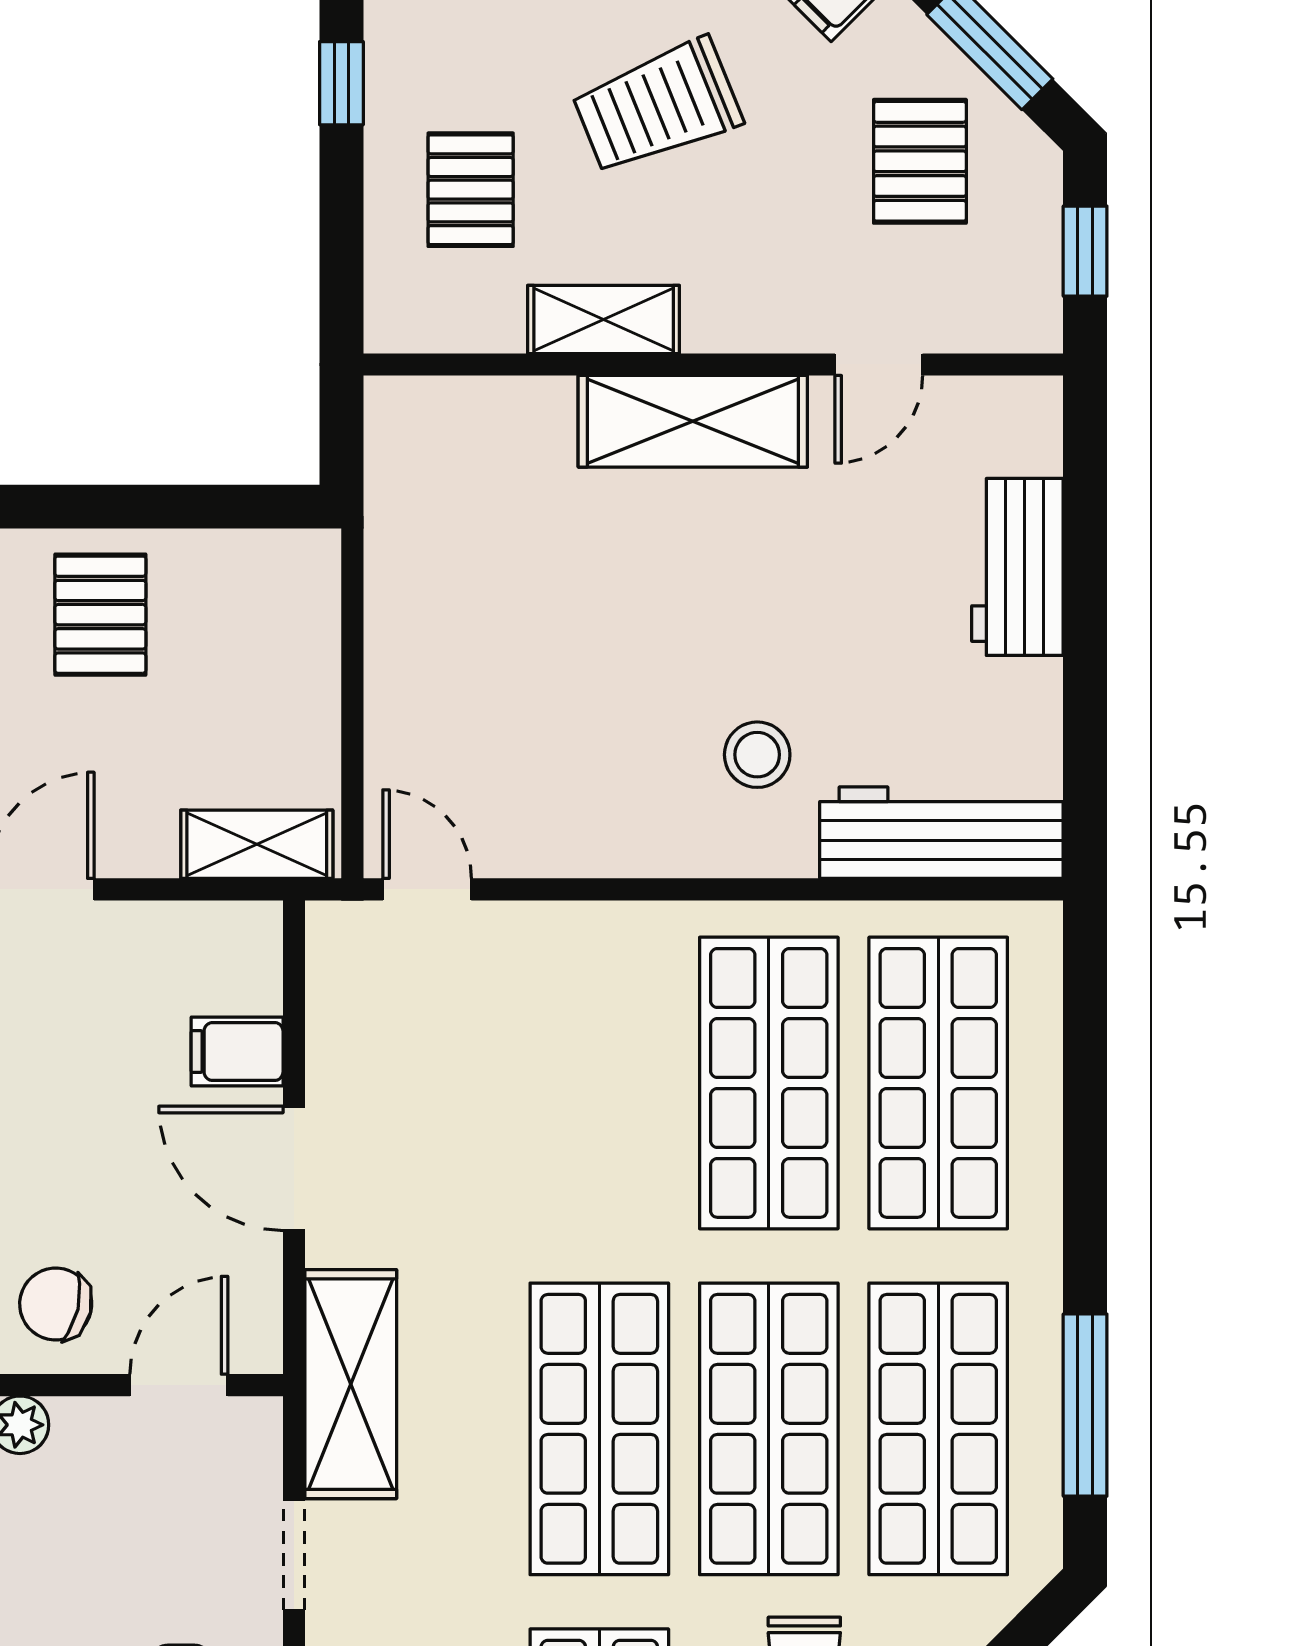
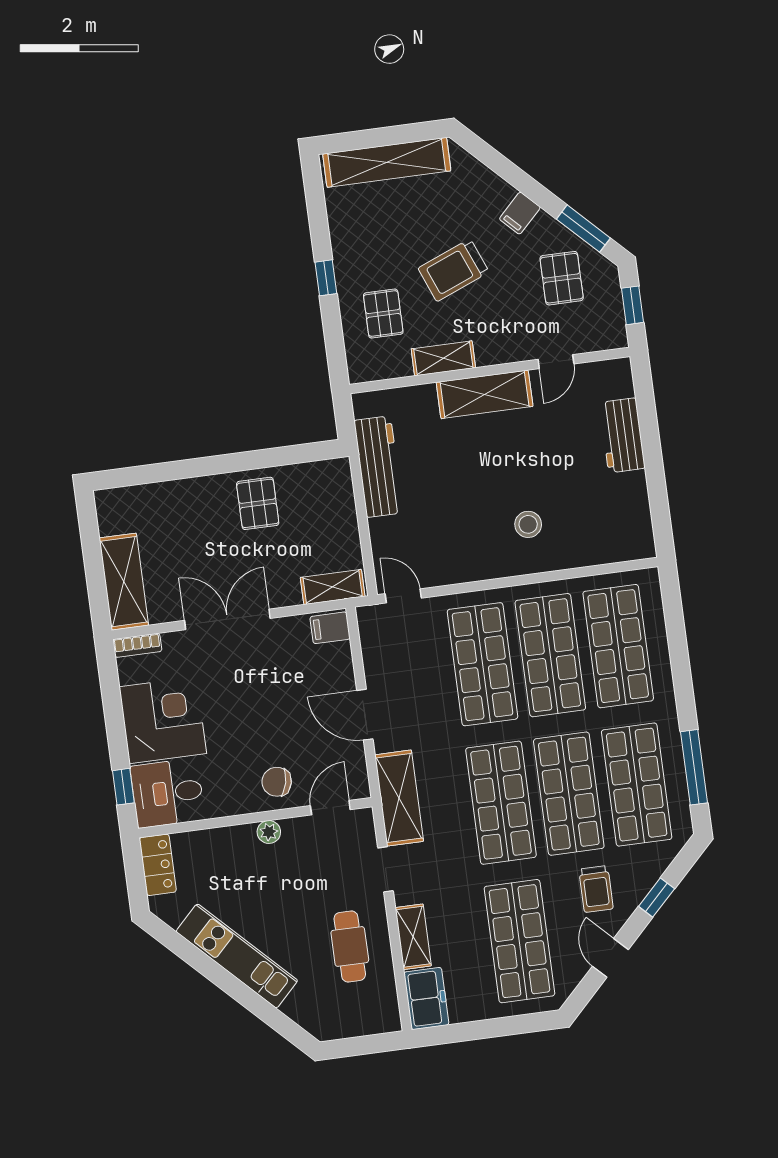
workbench: (941, 833) -> (379, 467), moved, turned 90
filing cabinet: (237, 1052) -> (330, 628), moved
shop shelf: (599, 1083) -> (482, 664), added

